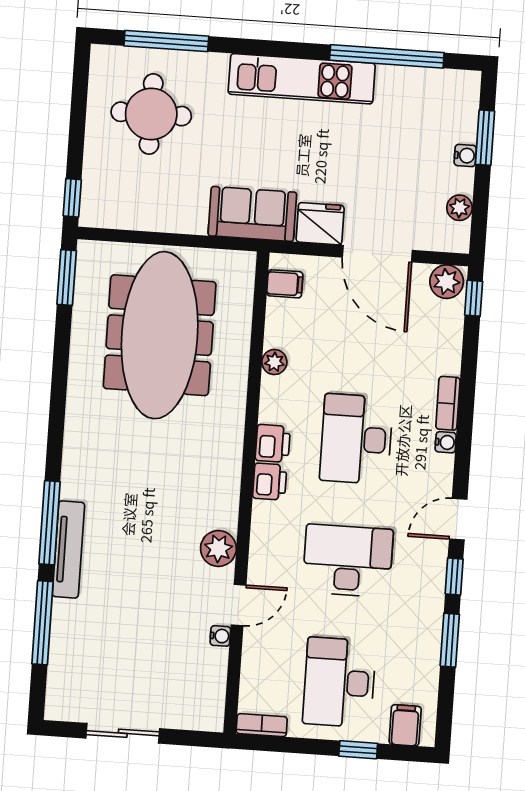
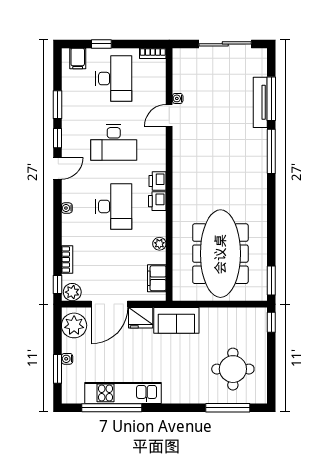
kitchen unit: (302, 79) -> (123, 393), moved
plant: (459, 208) -> (74, 325), width x1.88, depth x1.88
door: (377, 254) -> (109, 304), swing flipped
filing cabinet: (285, 284) -> (157, 278), width x2.00
bookcase: (448, 403) -> (67, 260), moved
plant: (218, 548) -> (182, 144), removed
tv unit: (68, 549) -> (260, 102), moved
sliding door: (123, 733) -> (225, 44), width x1.37

